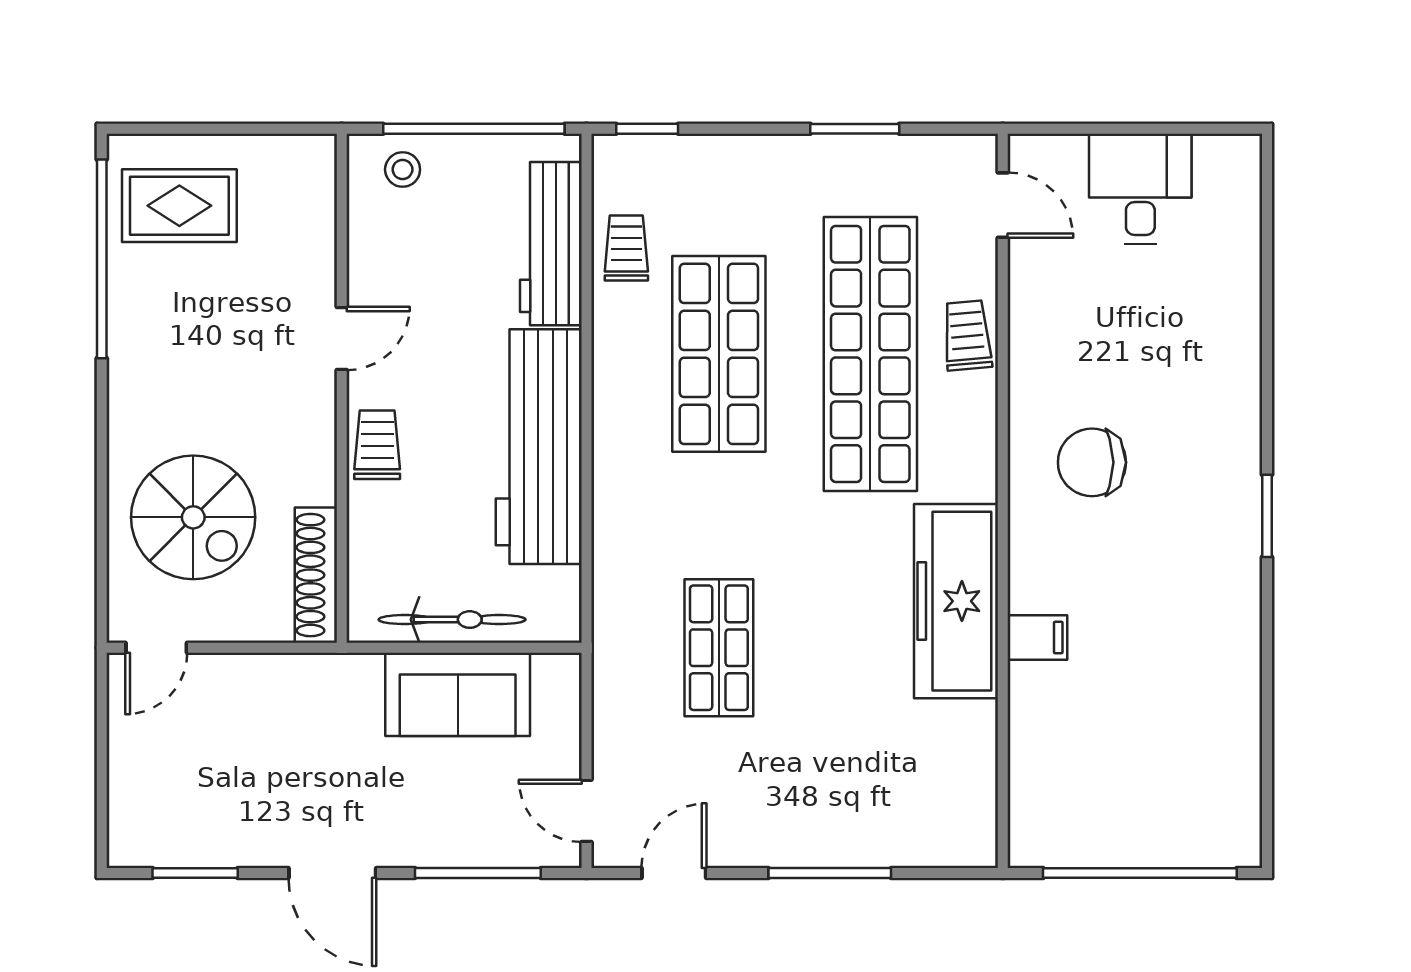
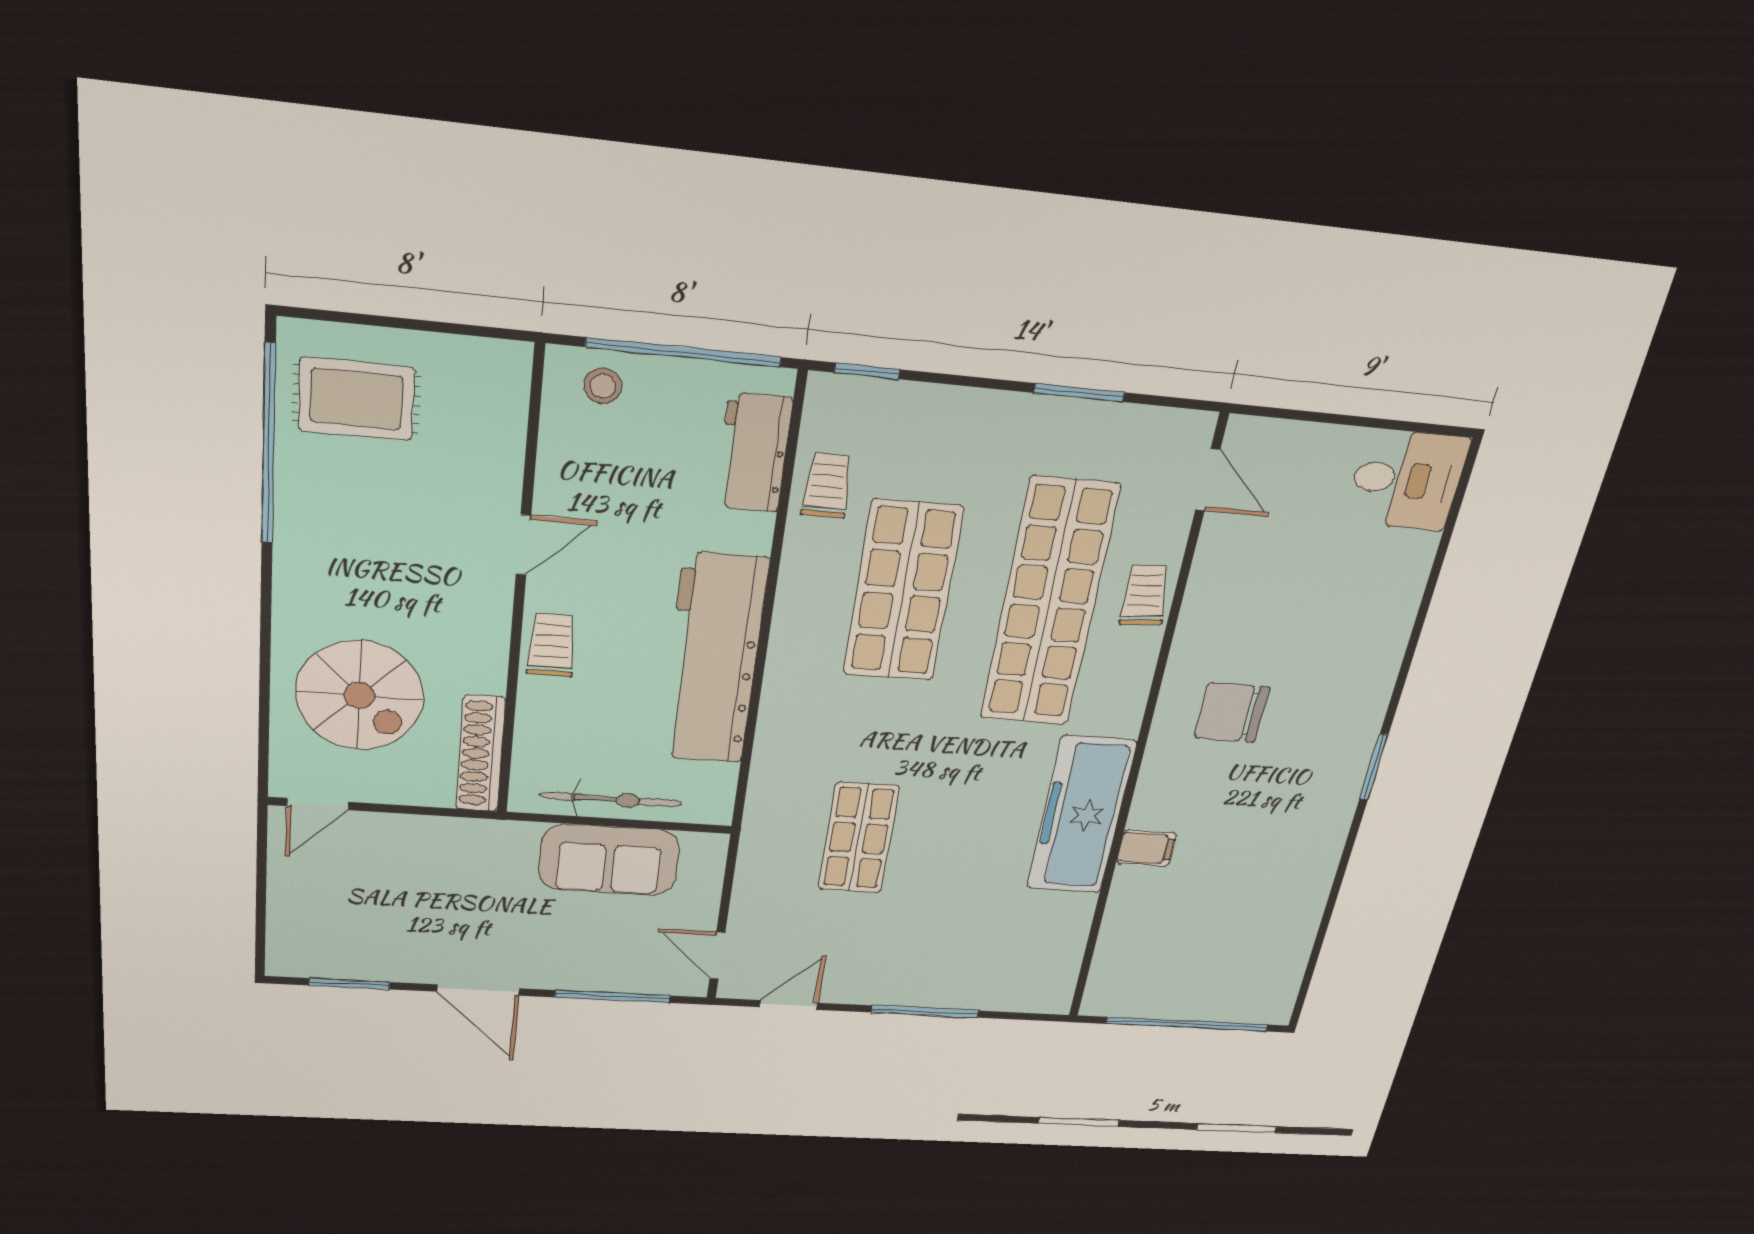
desk: (1140, 189) -> (1407, 480), moved, turned 90
workbench: (551, 244) -> (753, 453), width x0.73

